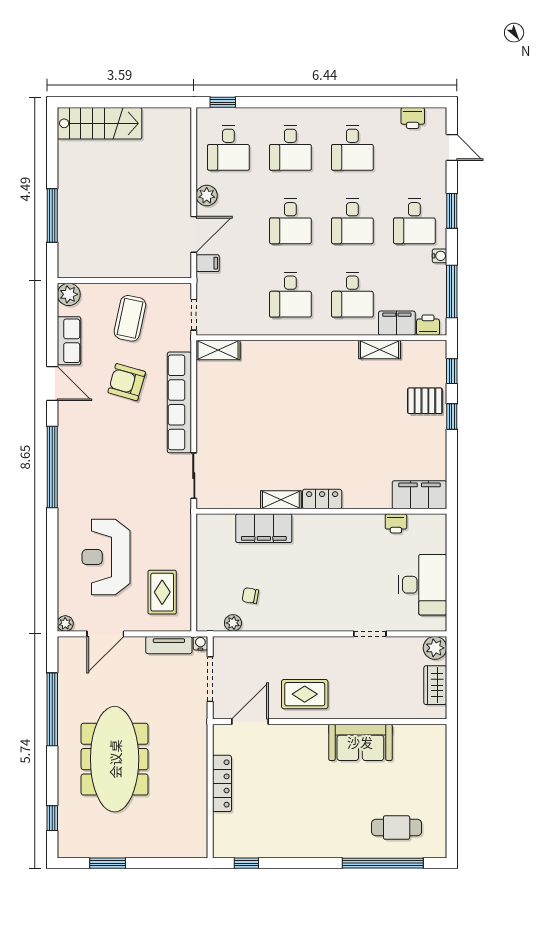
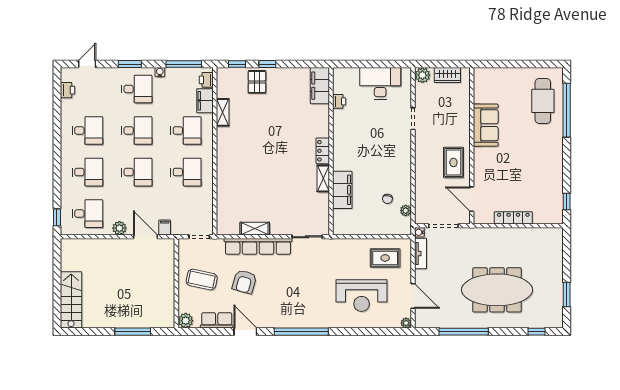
shelving: (218, 350) -> (255, 229), moved, turned 90
door: (52, 383) -> (245, 332), hinge flipped
cafe table: (397, 828) -> (543, 101), width x1.37, depth x1.35

